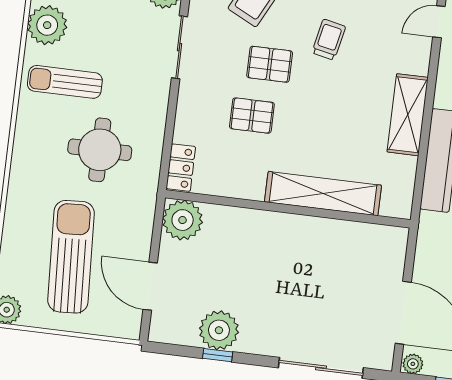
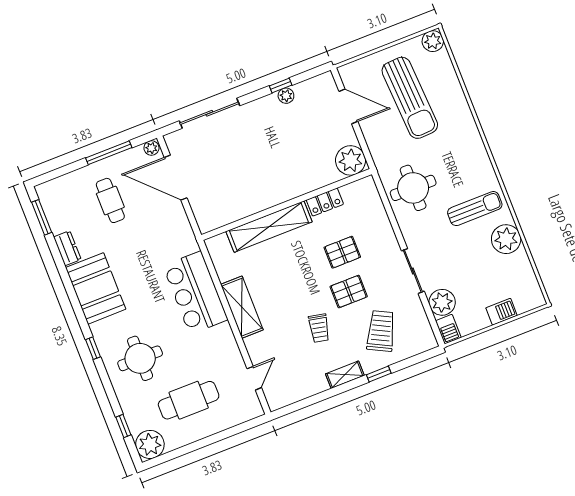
round table: (100, 150) -> (413, 188), moved
locker: (181, 168) -> (325, 202), moved, turned -90
plant: (219, 330) -> (286, 96), width x0.53, depth x0.53

